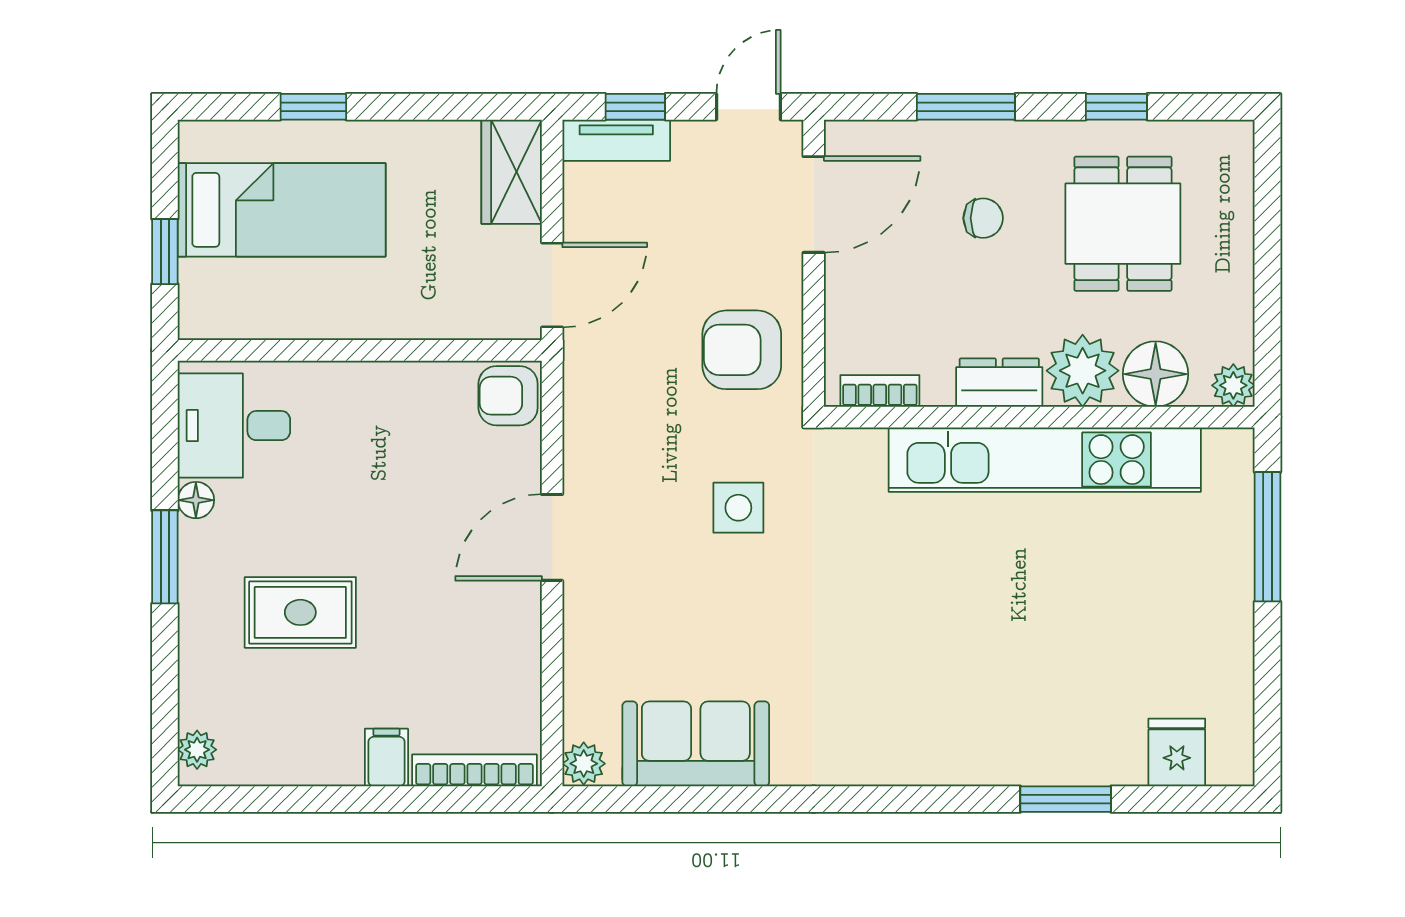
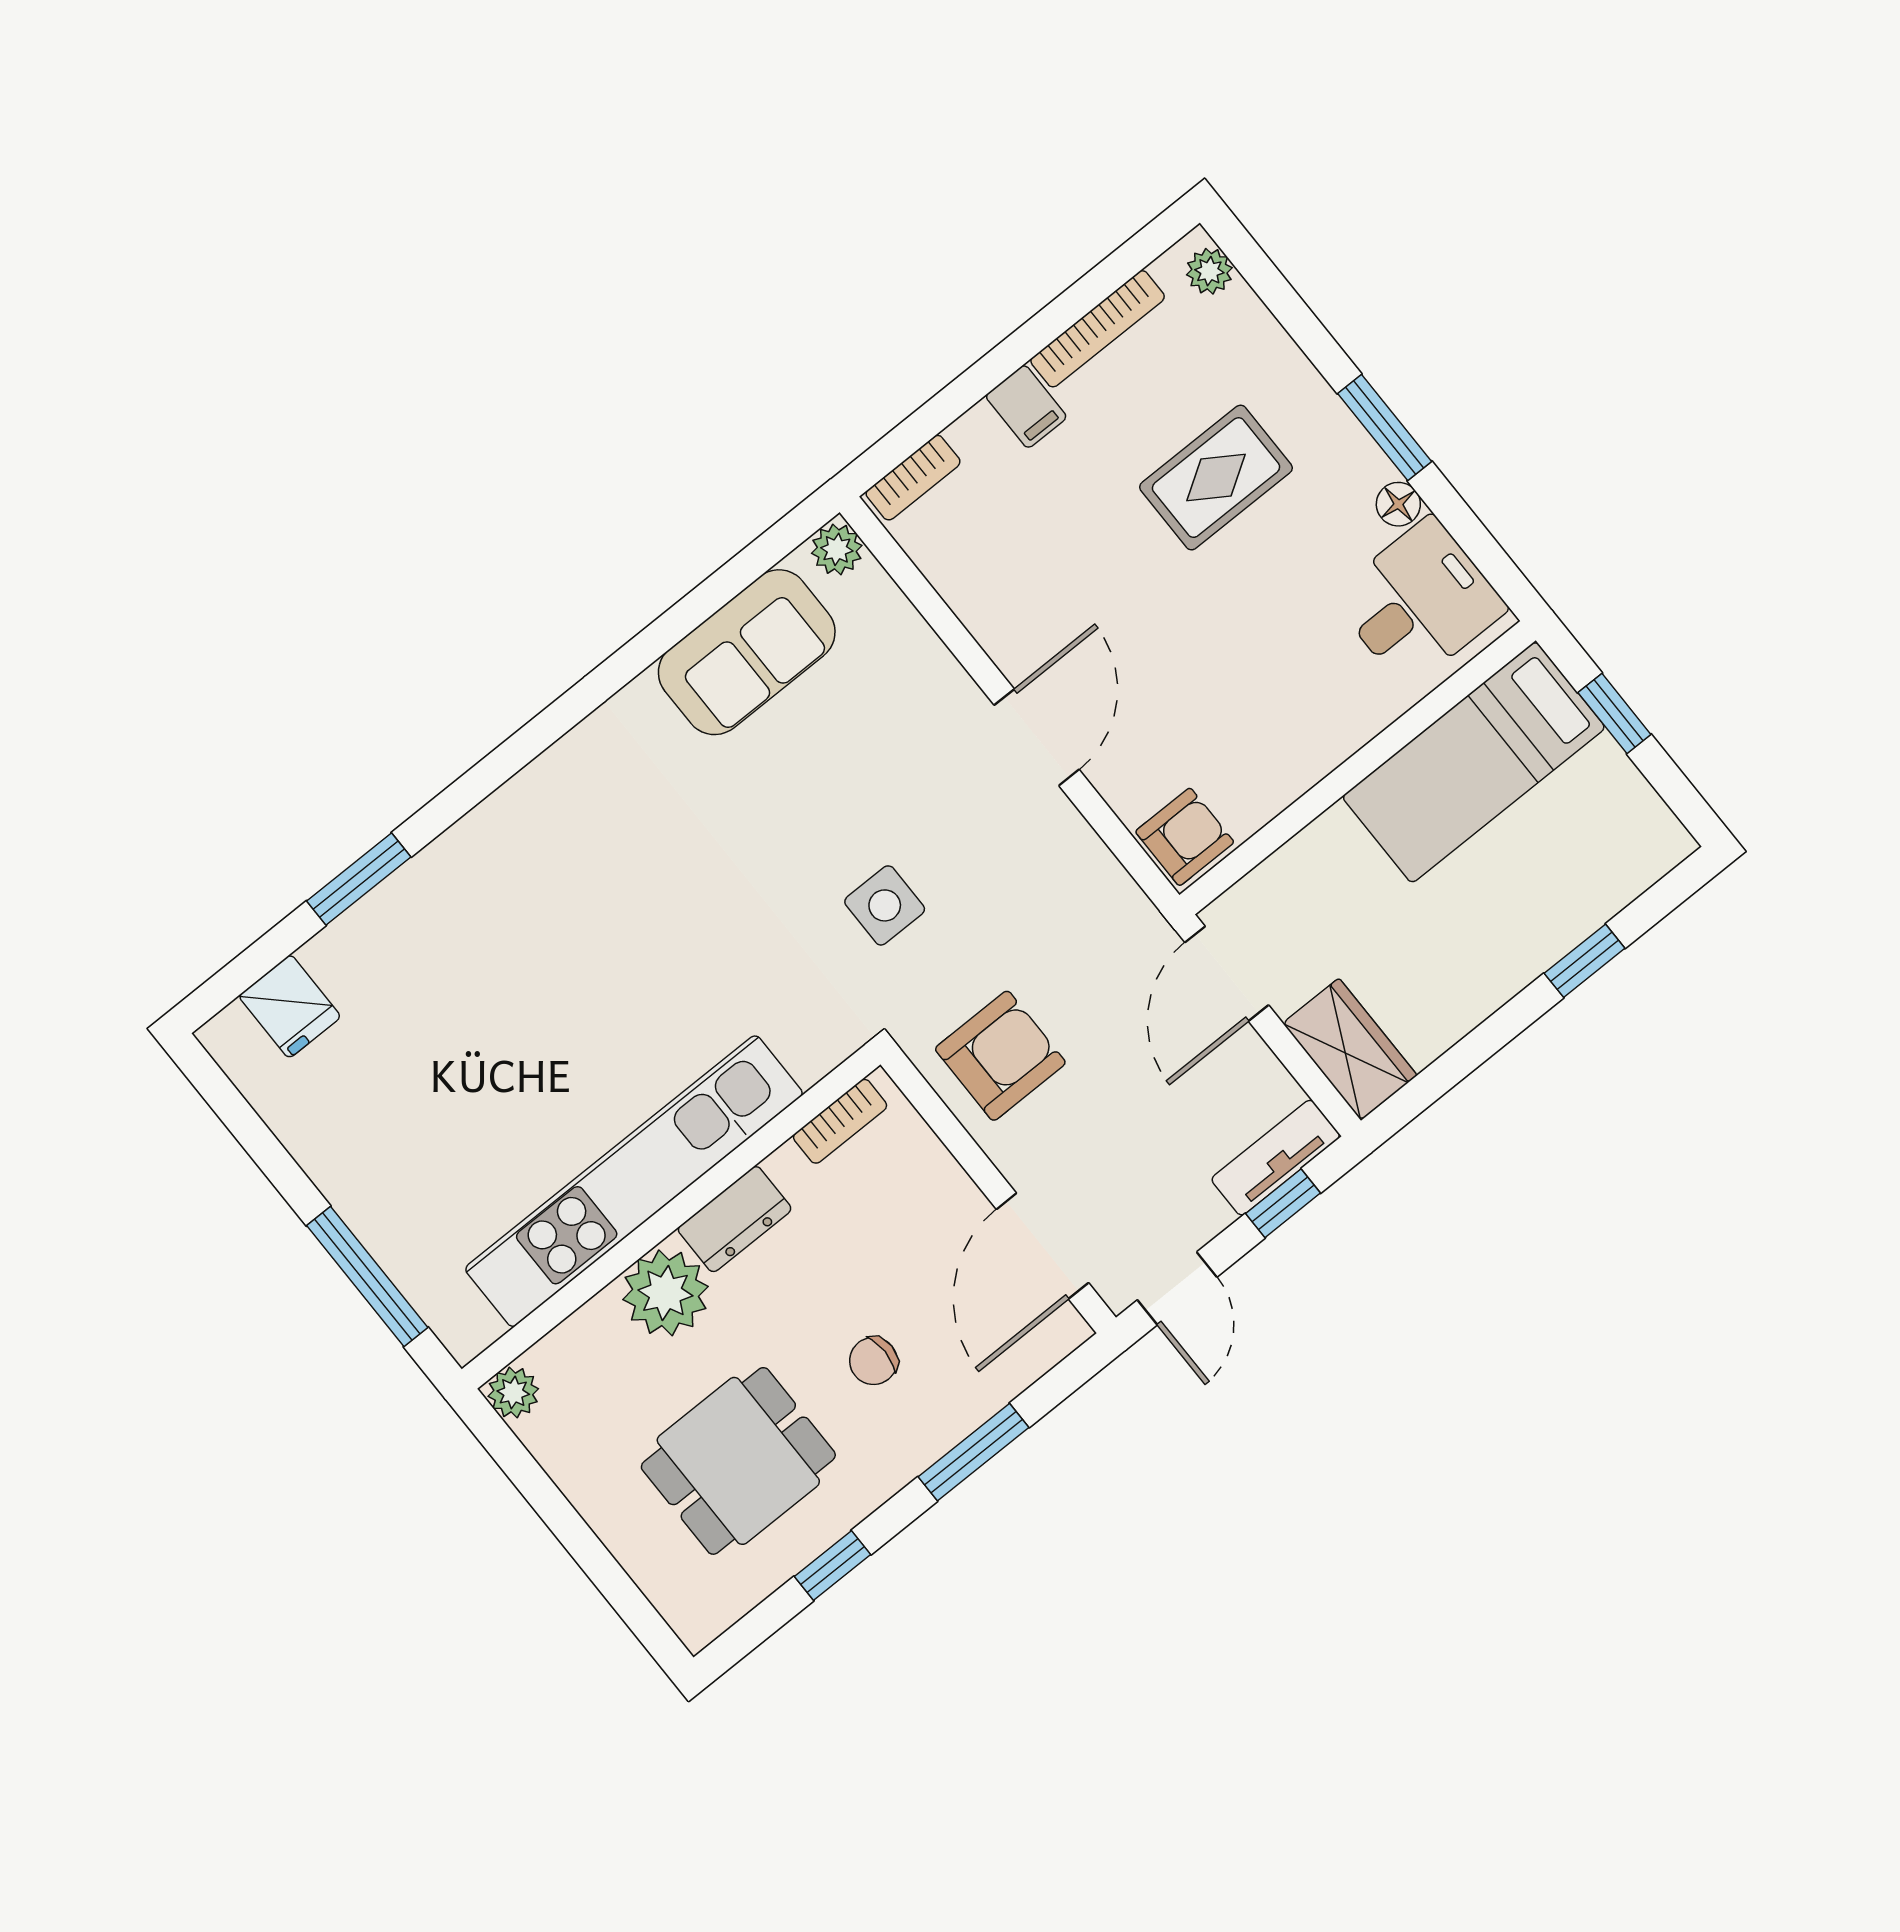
bed: (282, 210) -> (1474, 762), moved
dining table: (1123, 224) -> (738, 1461), turned 90
floor lamp: (1156, 374) -> (595, 1345), removed
bookcase: (474, 770) -> (913, 478), width x0.64
bookcase: (300, 771) -> (1098, 329), added

